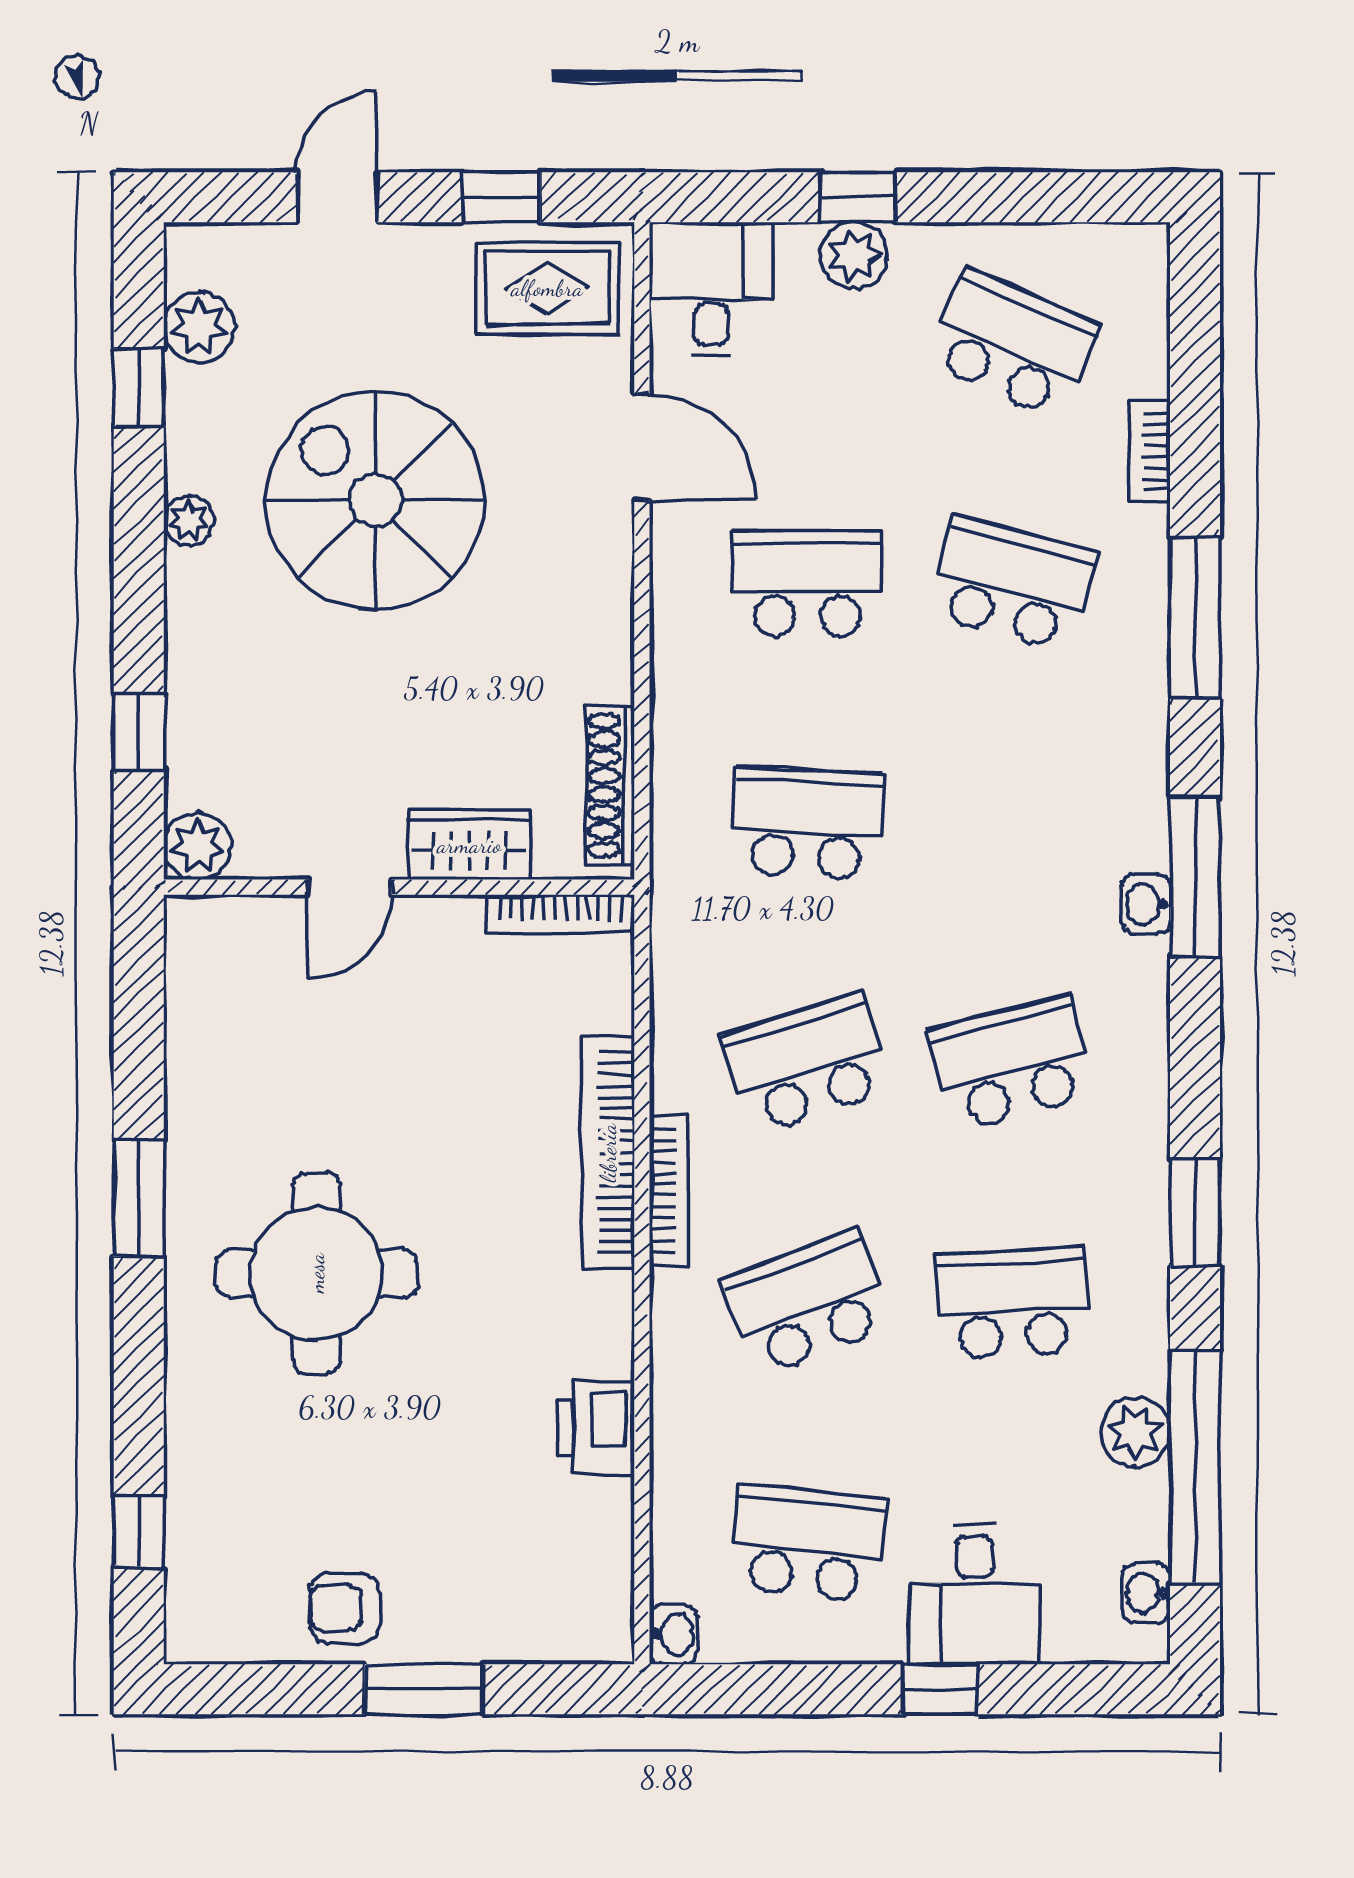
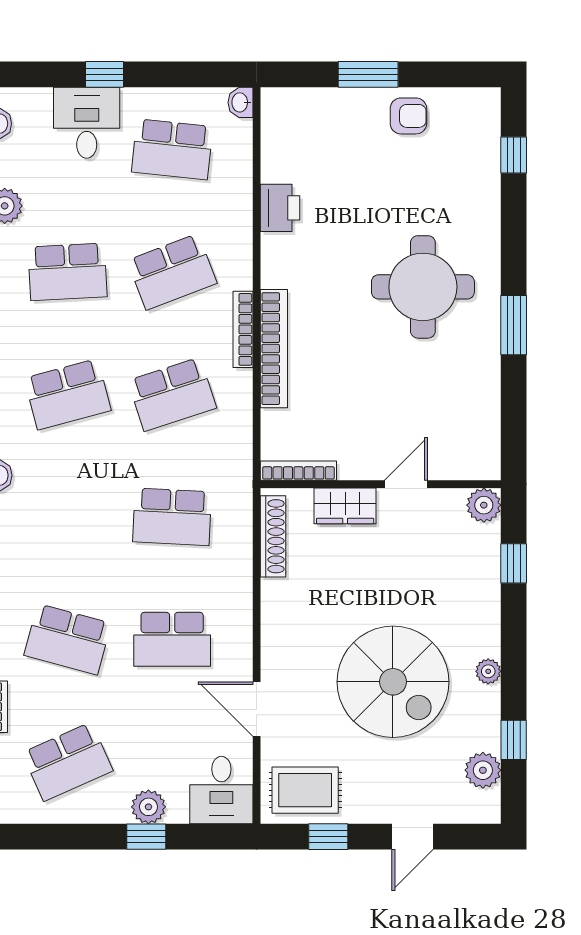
school desk: (1012, 344) -> (68, 762), turned -48

